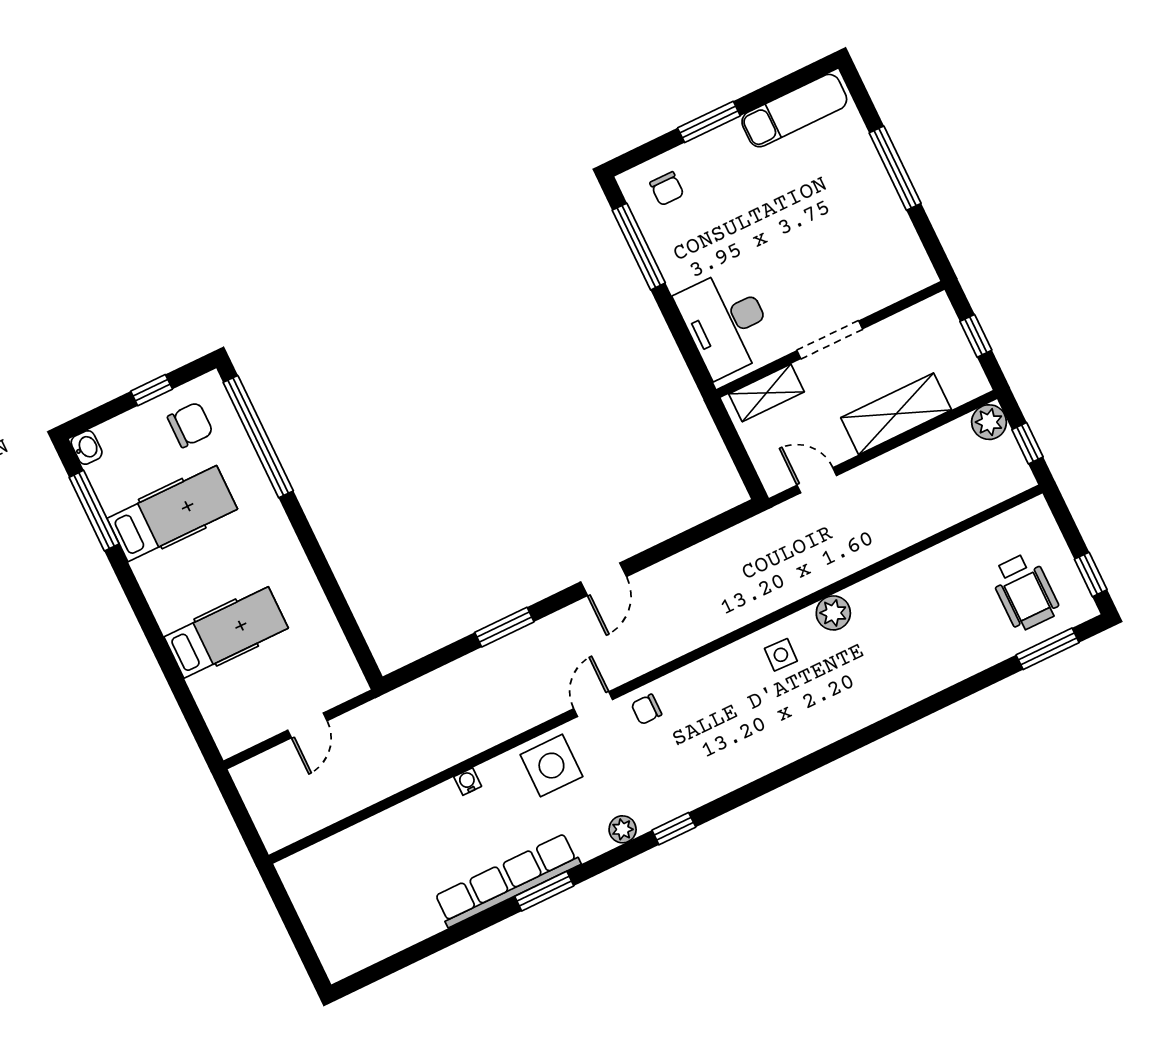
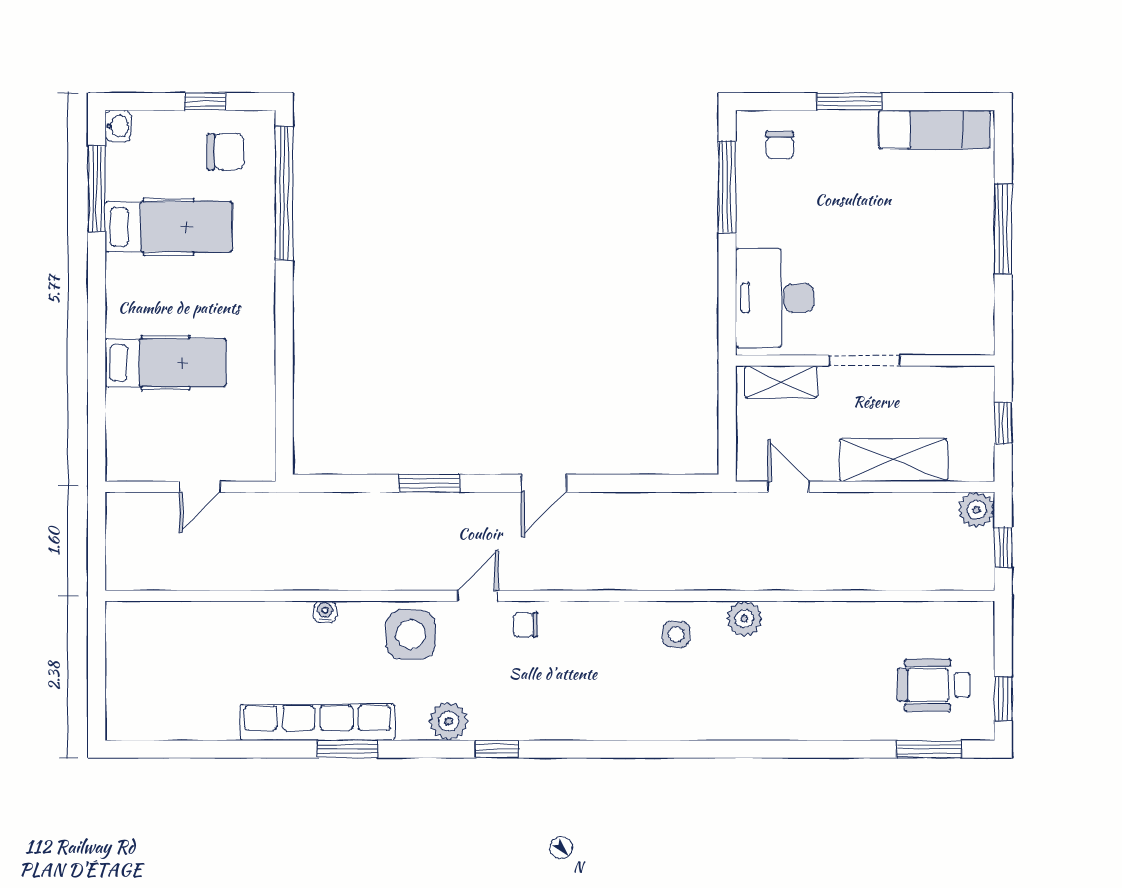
wheelchair: (1025, 592) -> (933, 685), turned 90
plant: (623, 829) -> (449, 721), width x1.38, depth x1.38

